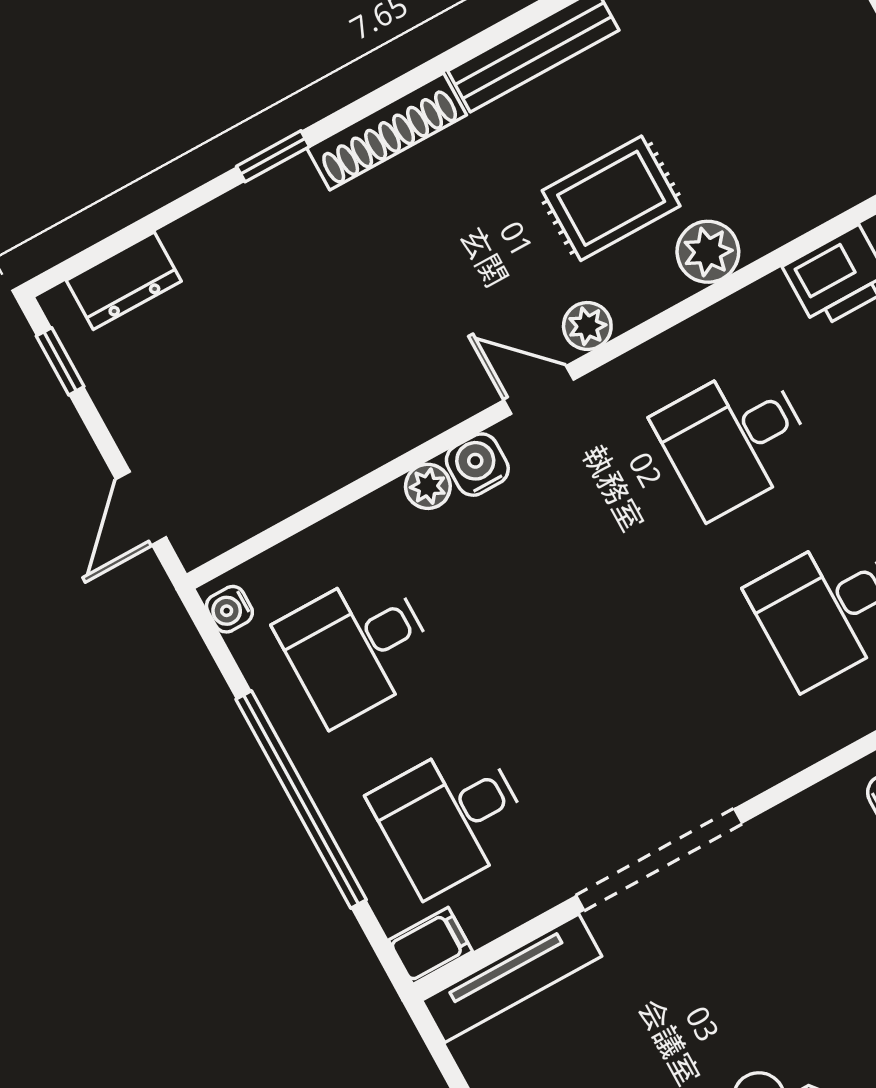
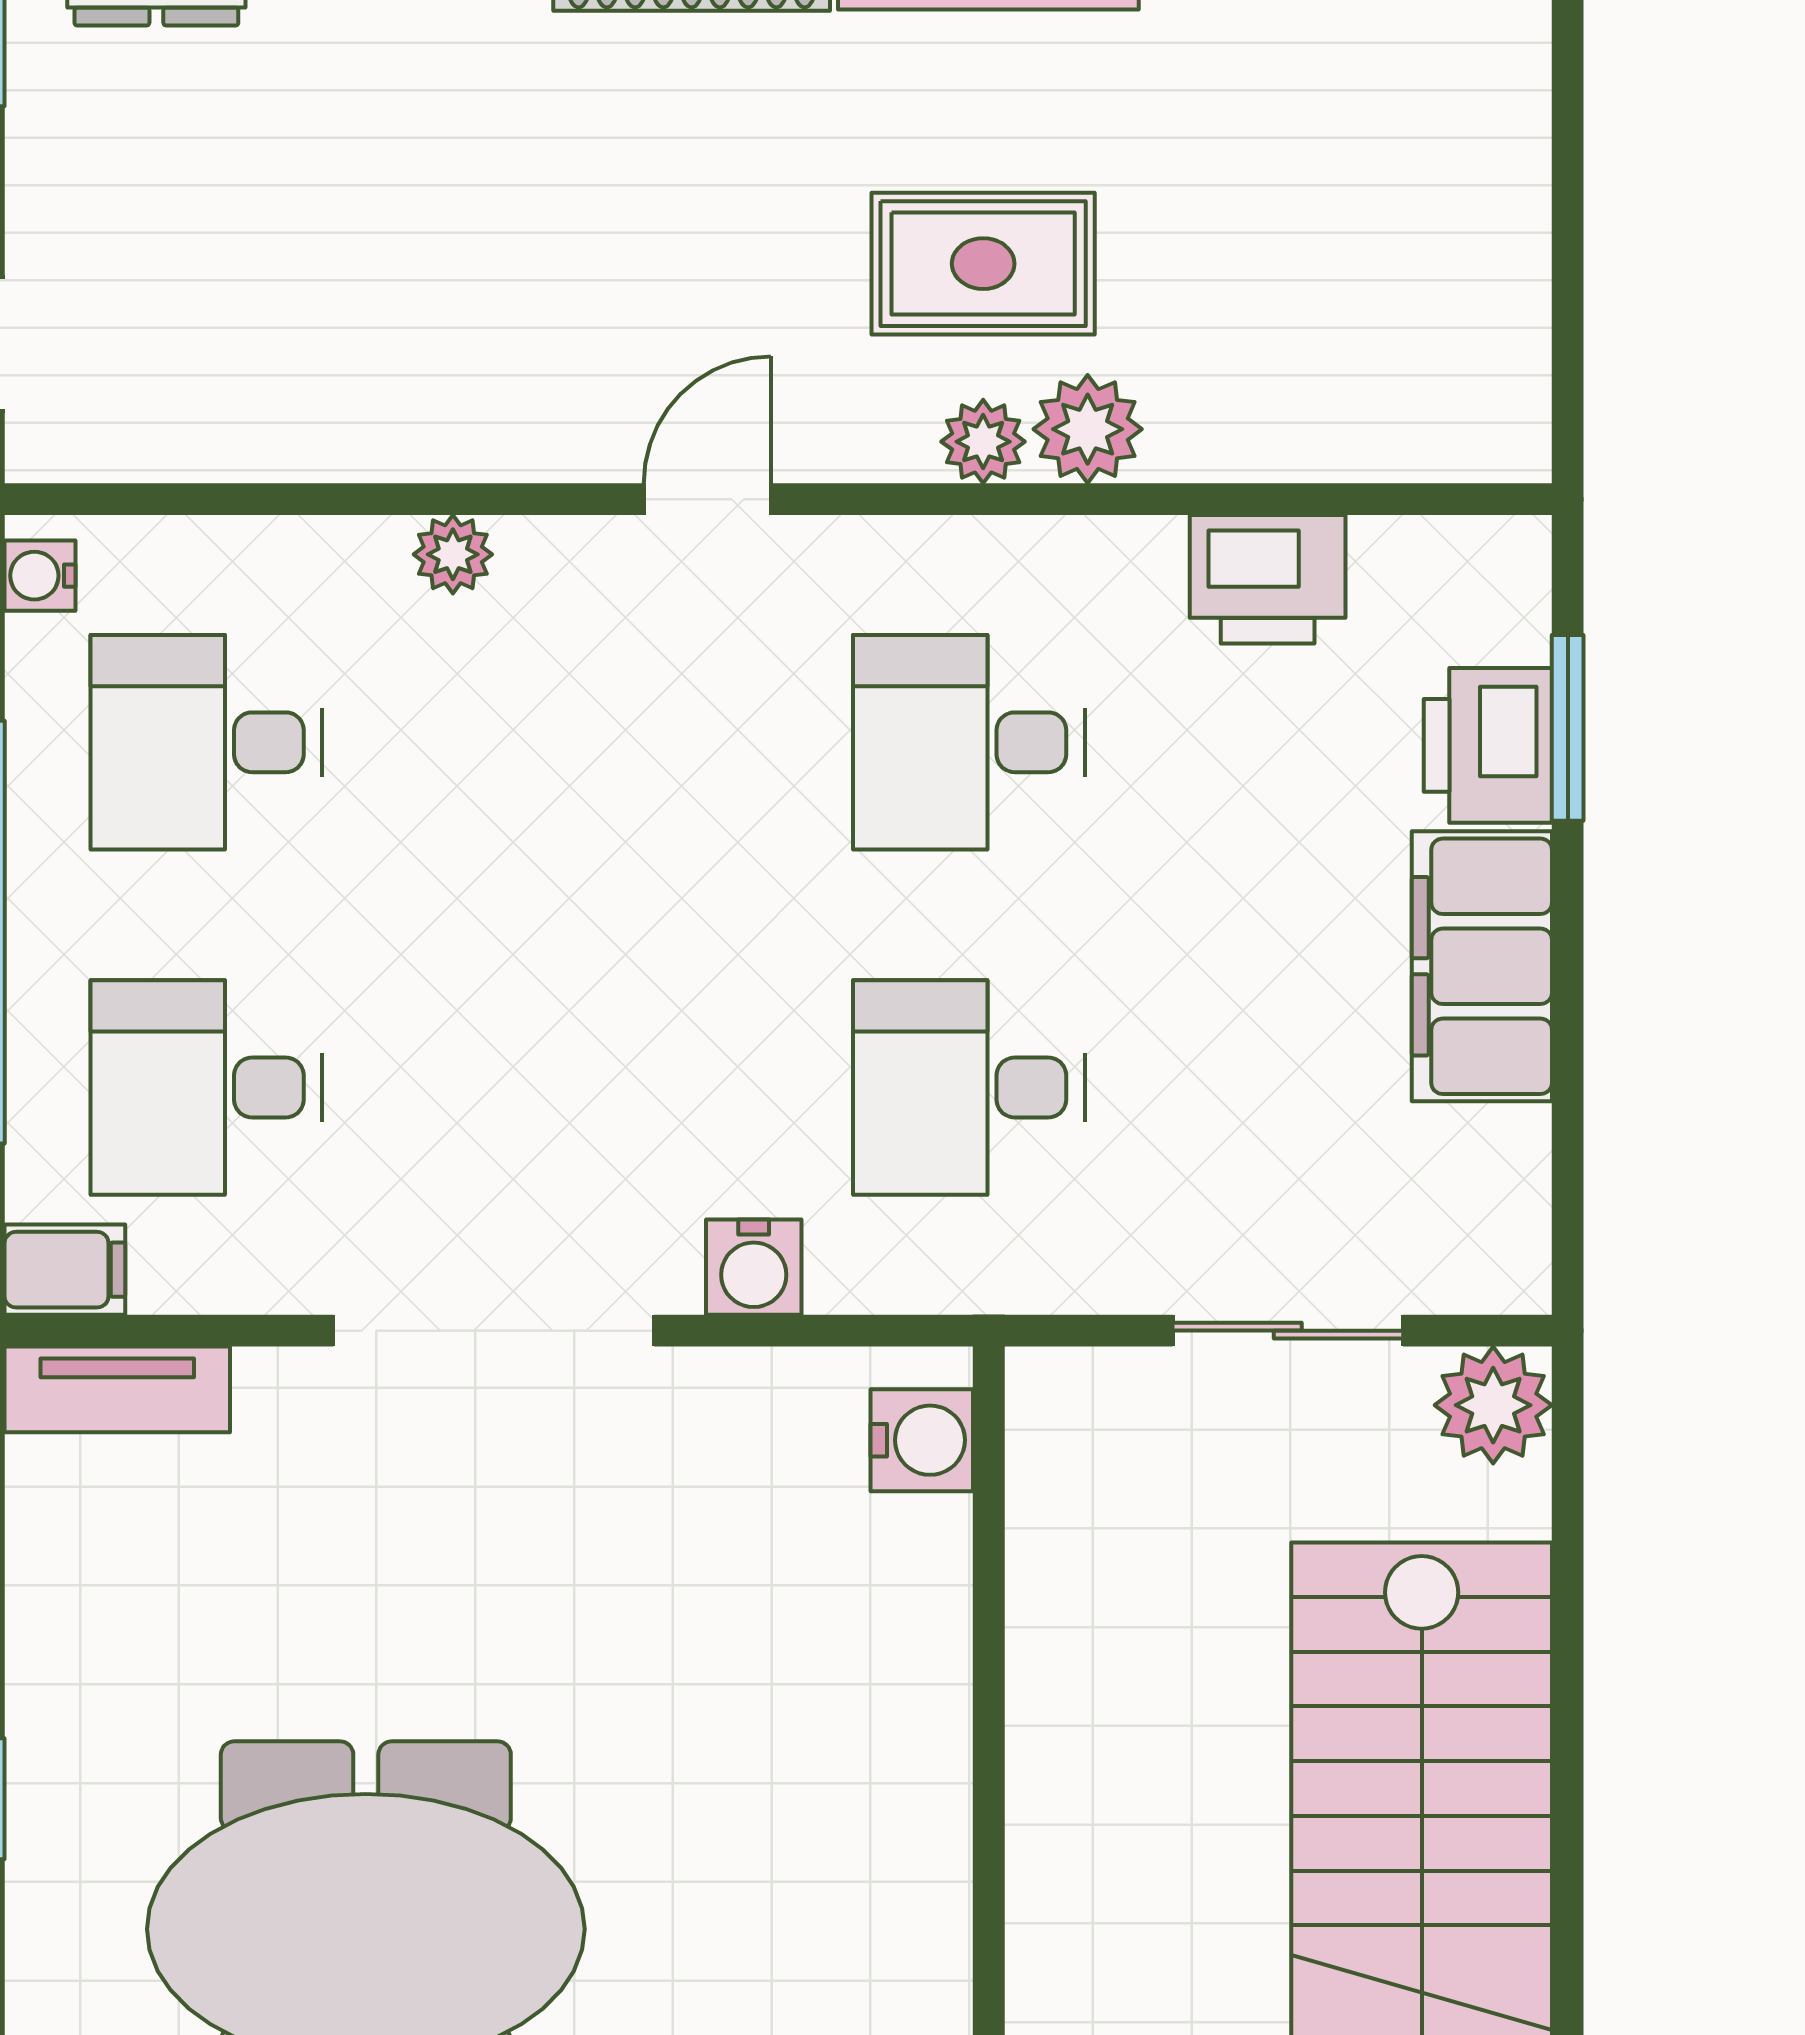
plant: (587, 326) -> (983, 442), moved
door: (539, 390) -> (707, 499), hinge flipped
water cooler: (477, 465) -> (754, 1267), moved, turned 180
tv unit: (512, 978) -> (117, 1389), width x0.71

